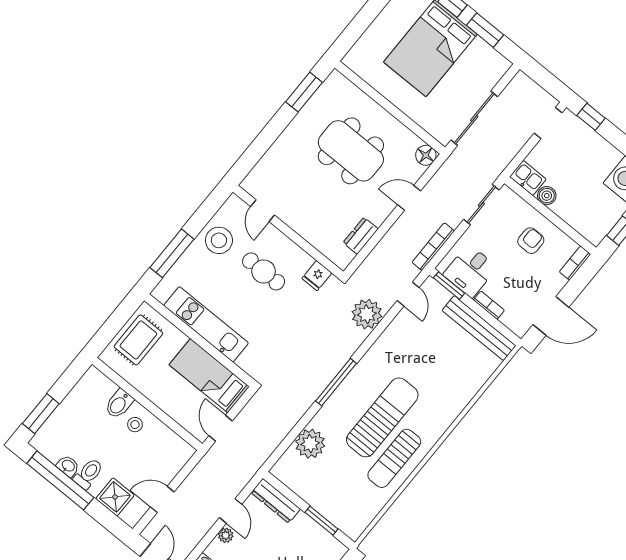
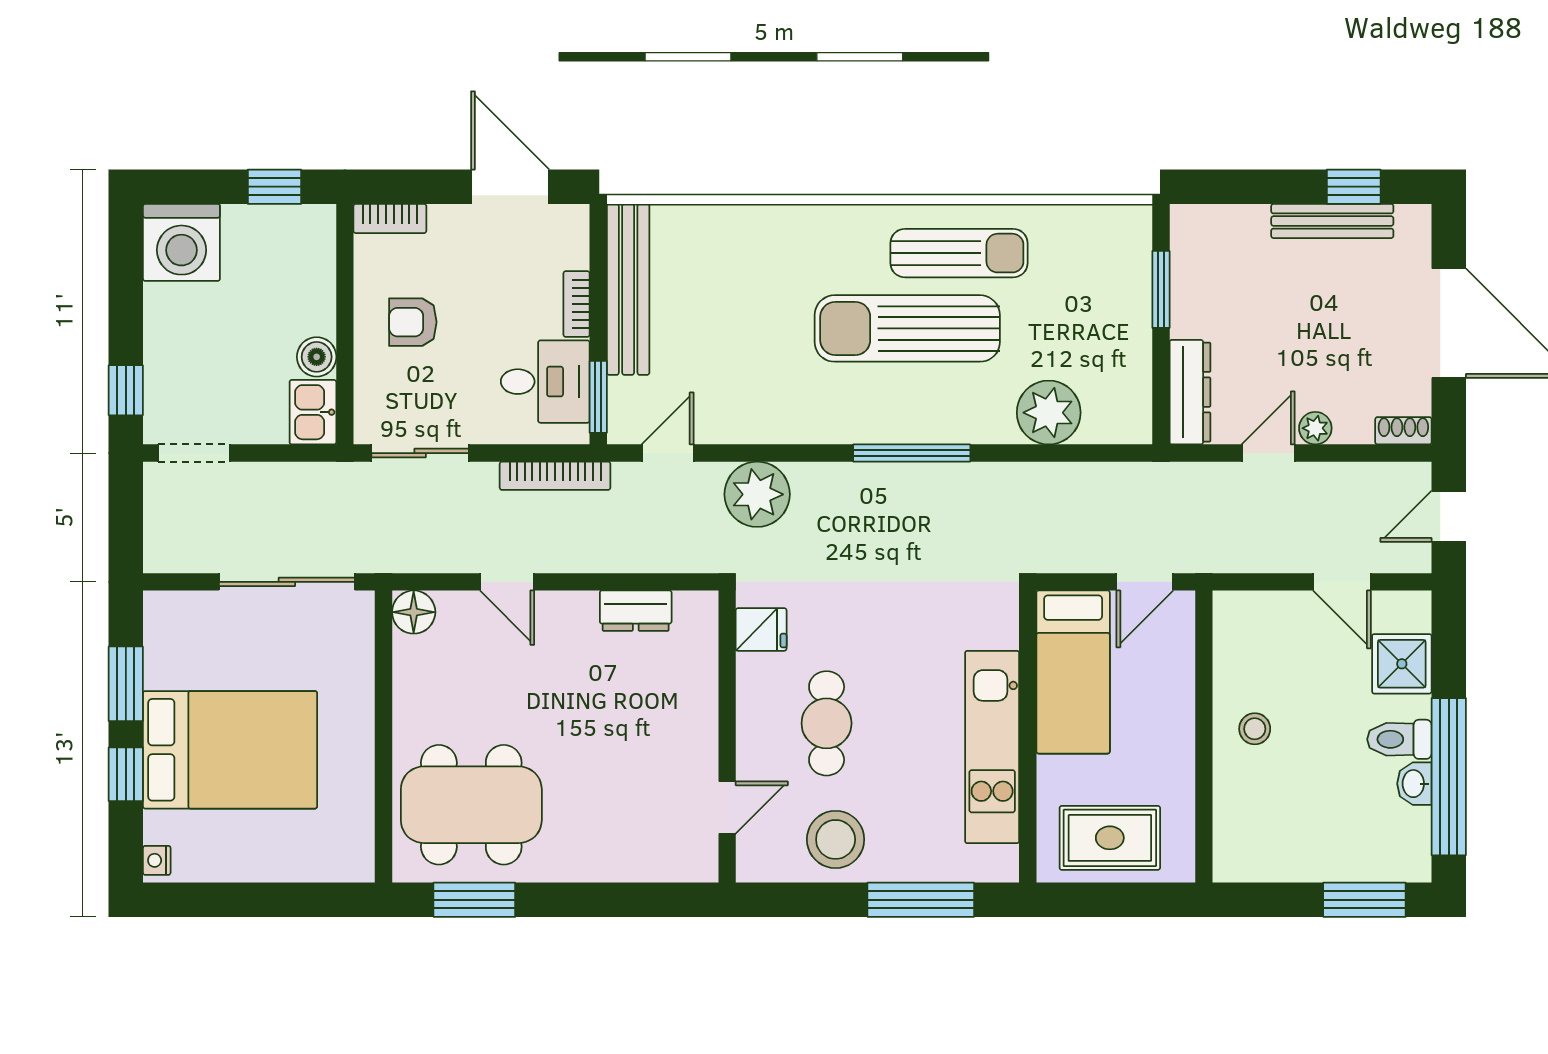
dining table: (351, 151) -> (471, 805), moved, turned 90
bidet: (119, 404) -> (1242, 783), removed

